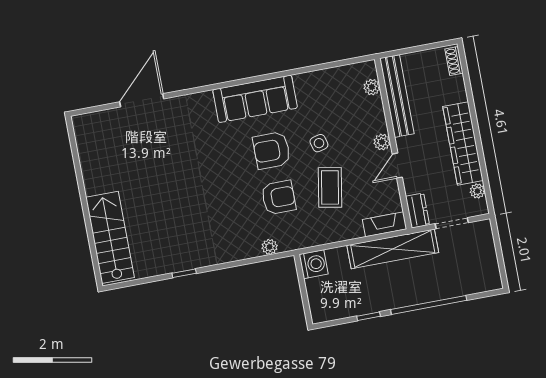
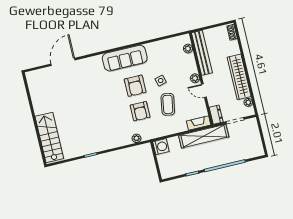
armchair: (272, 150) -> (135, 86), turned -90
door: (397, 166) -> (204, 91), hinge flipped
armchair: (279, 197) -> (140, 111), turned 90

